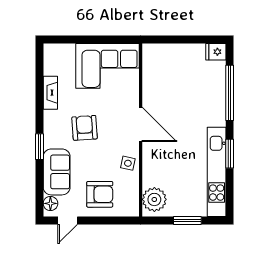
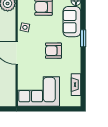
fireplace: (50, 93) -> (76, 85), moved
armchair: (85, 128) -> (53, 51), turned 94

